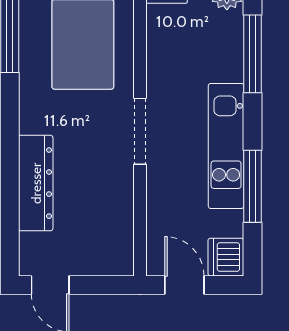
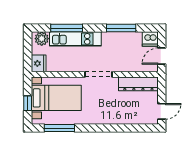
kitchen unit: (226, 146) -> (75, 39), moved
dresser: (36, 183) -> (138, 84), moved, turned 180

